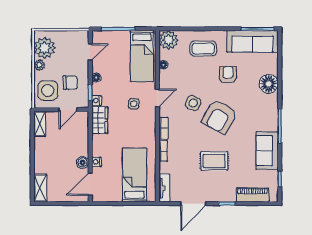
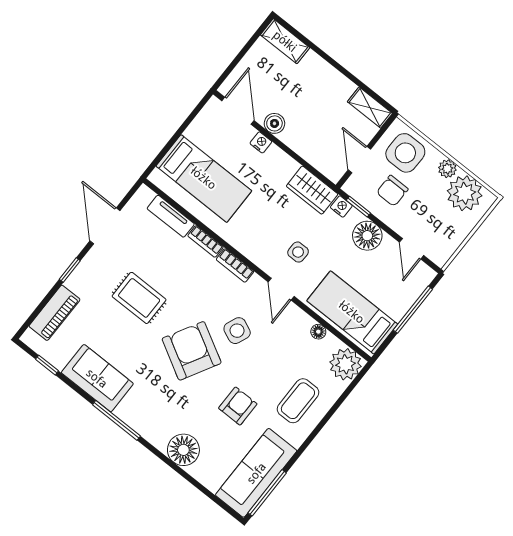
armchair: (228, 75) -> (238, 406), turned -90
floor lamp: (96, 78) -> (367, 236), width x1.89, depth x1.89
rug: (214, 161) -> (139, 298), turned 90
tv unit: (164, 188) -> (171, 216), moved

